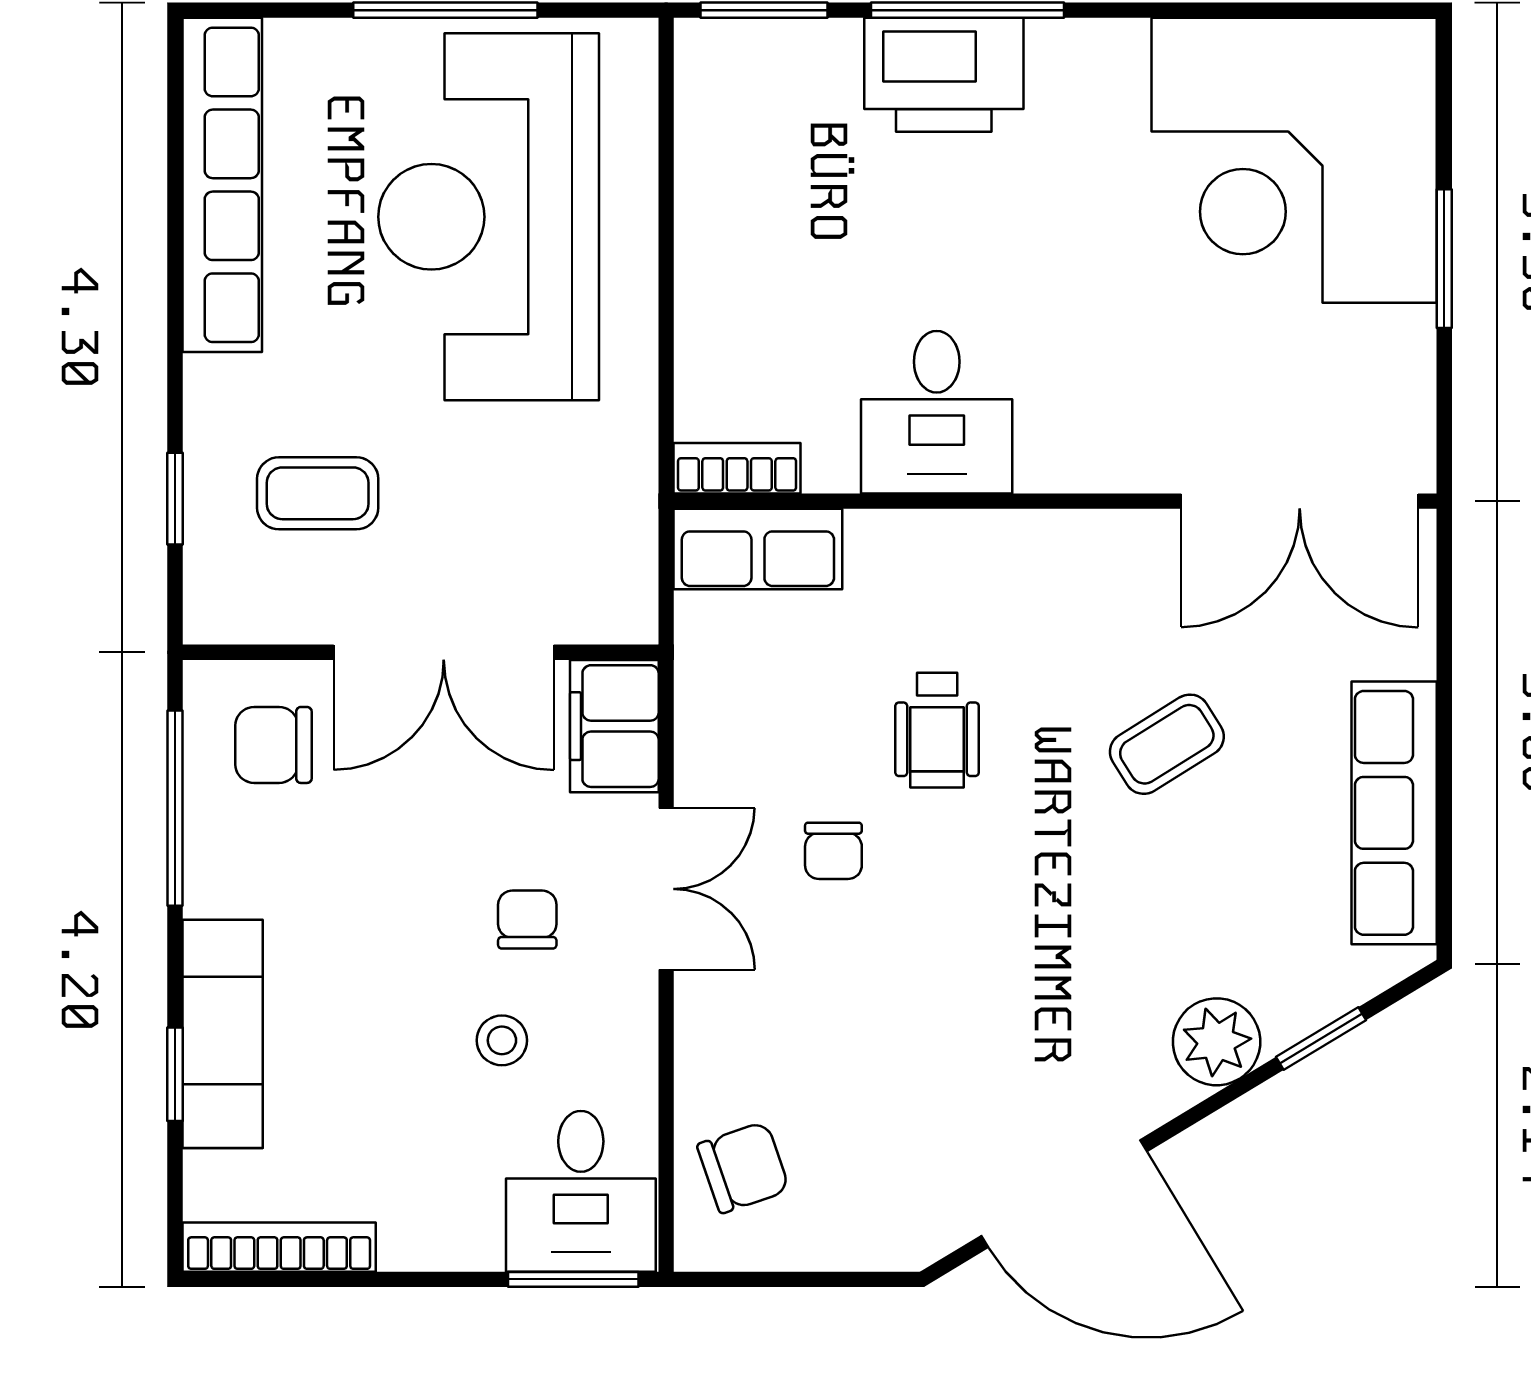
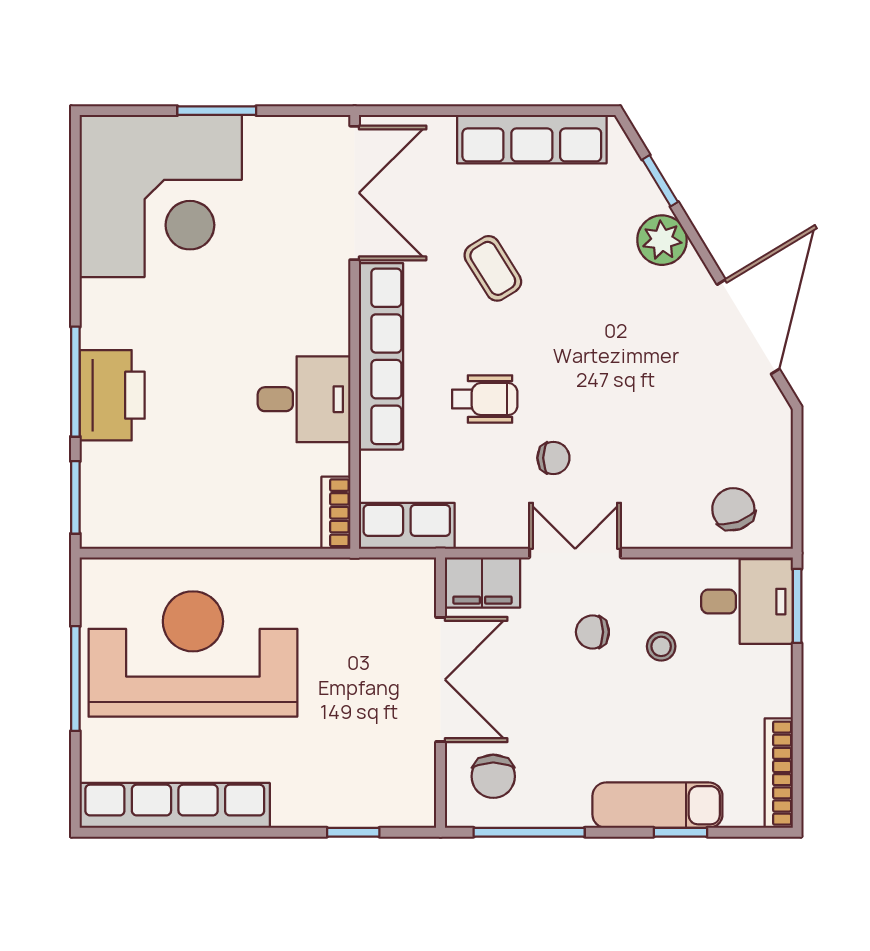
reception desk: (489, 217) -> (193, 654), turned 180
coffee table: (318, 493) -> (350, 751), removed
row of seats: (1012, 548) -> (381, 356), added
row of seats: (758, 549) -> (407, 526), moved, turned -90

